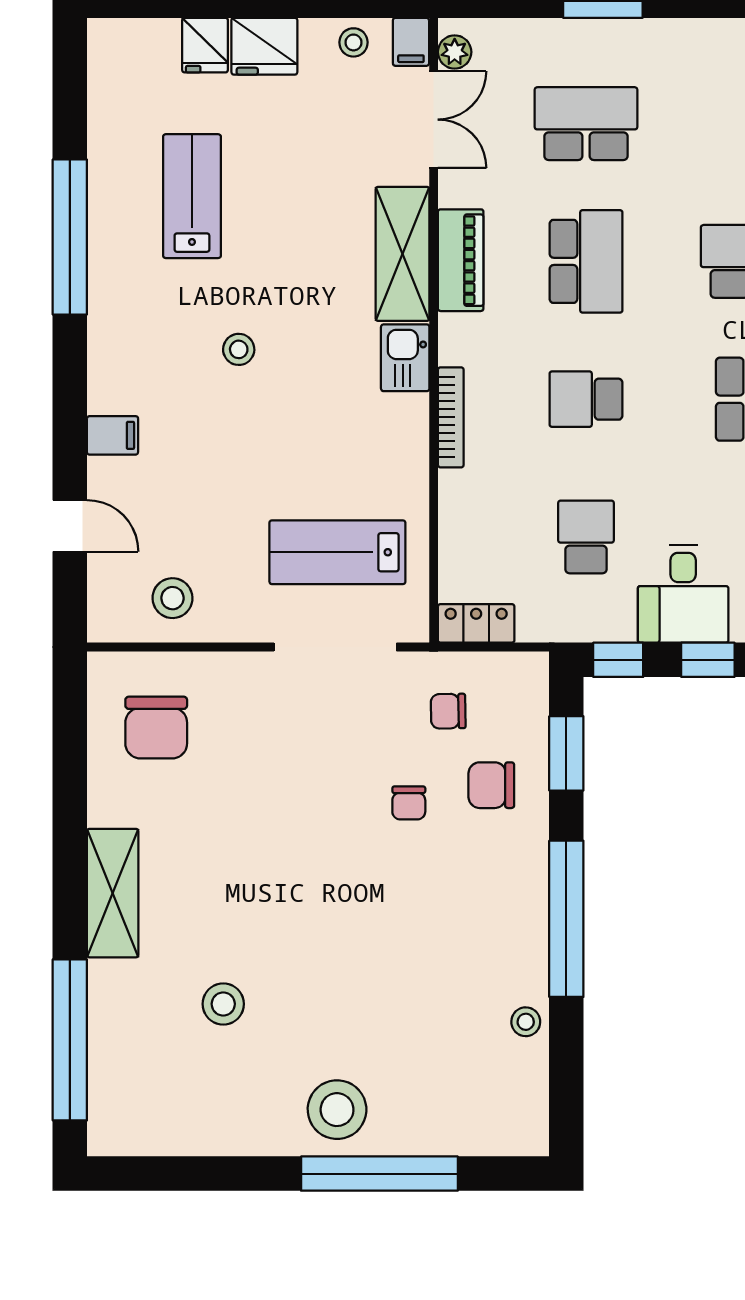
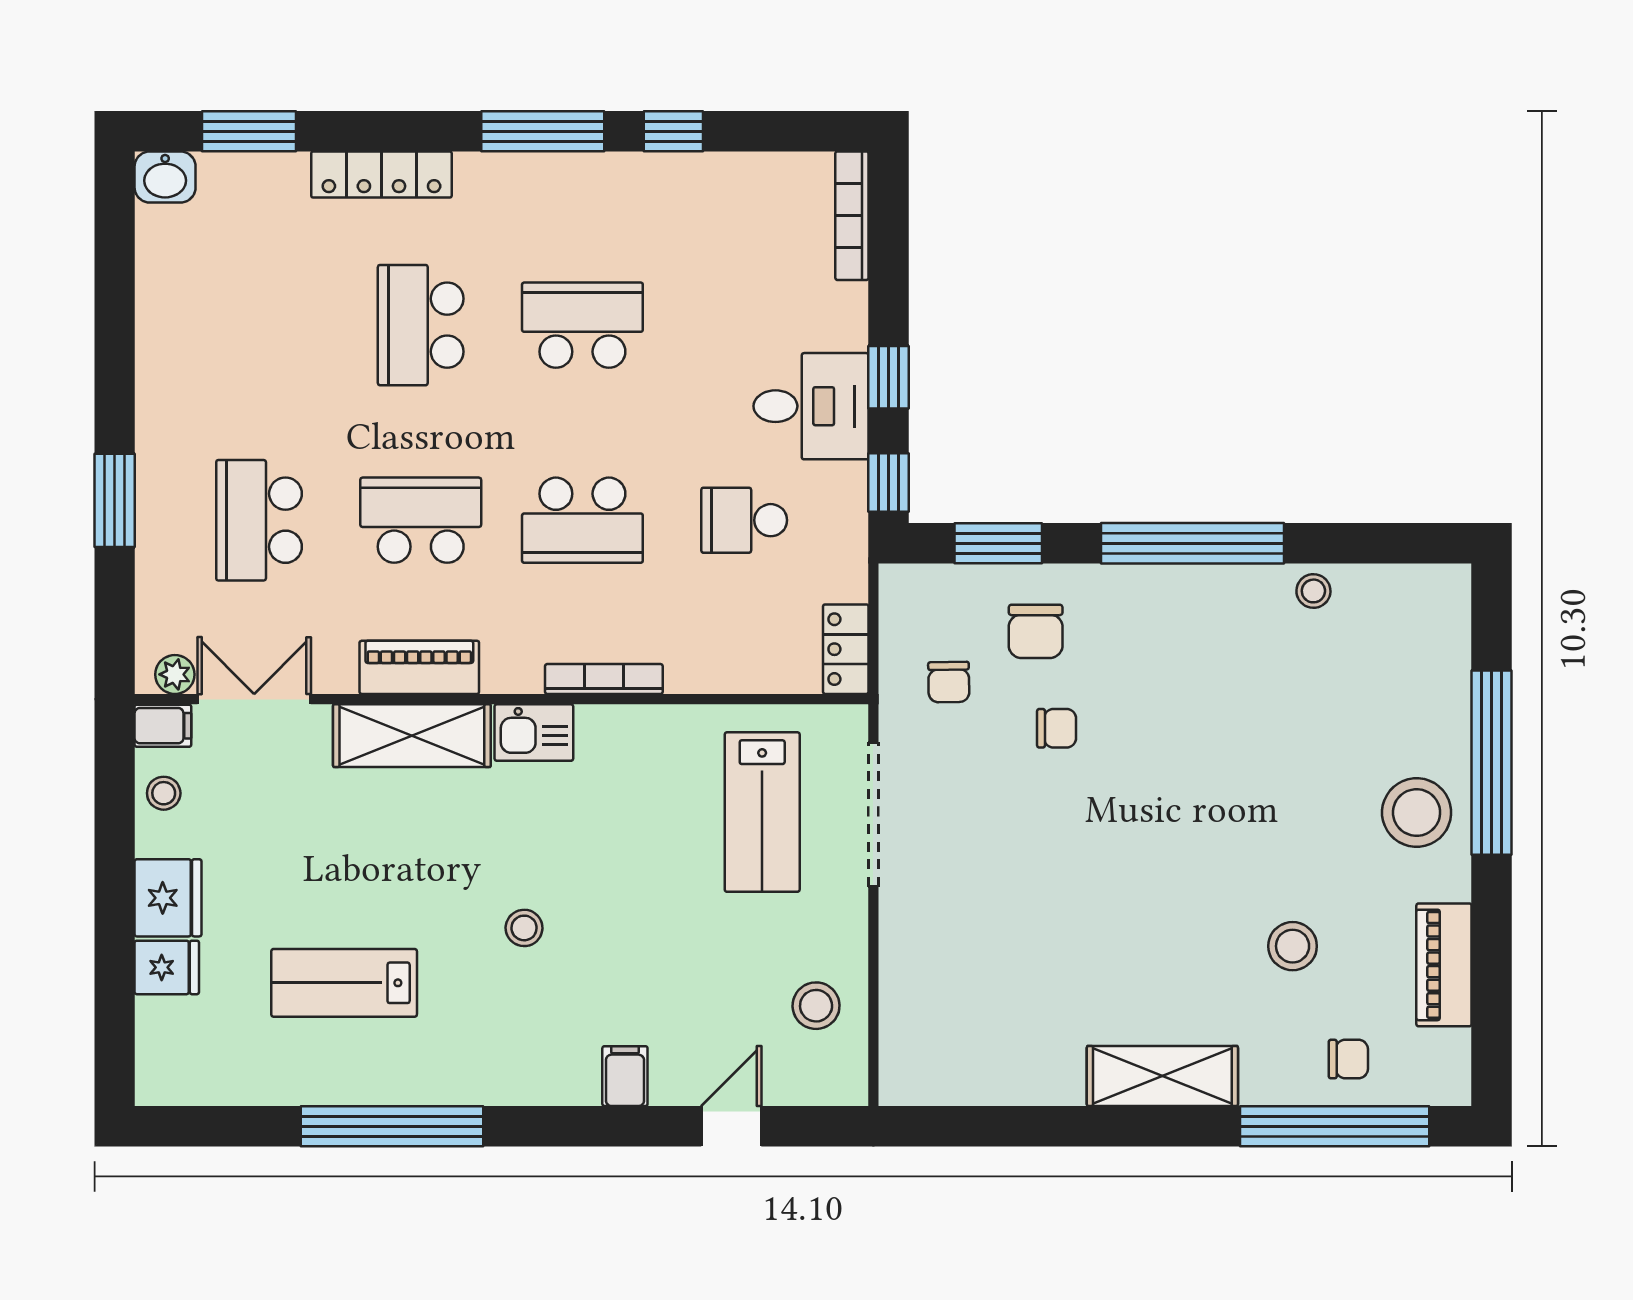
school desk: (586, 399) -> (582, 520), width x1.85
chair: (156, 728) -> (1348, 1059), moved, width x0.54, depth x0.54
piano: (207, 1133) -> (1444, 965), added

